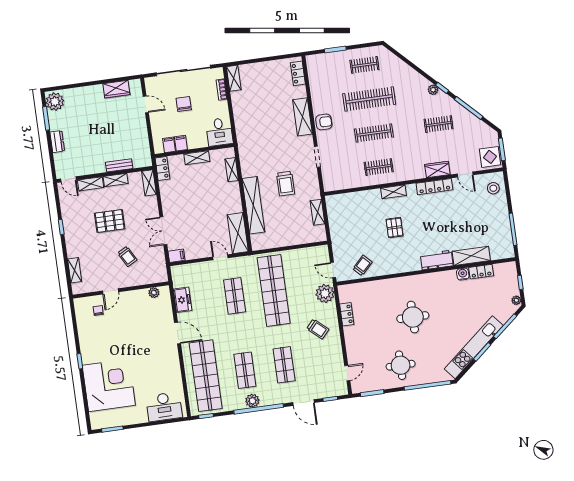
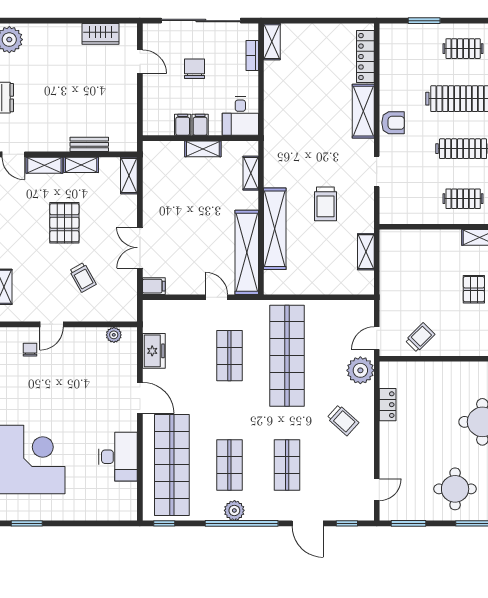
locker: (298, 73) -> (365, 57), width x1.53
filing cabinet: (169, 145) -> (200, 125), moved
locker: (162, 169) -> (151, 158), removed
pallet: (110, 221) -> (64, 223), turned 90
shelving: (238, 233) -> (247, 252), width x1.47
door: (333, 270) -> (377, 338), hinge flipped
desk: (164, 407) -> (118, 457), moved, turned -90

